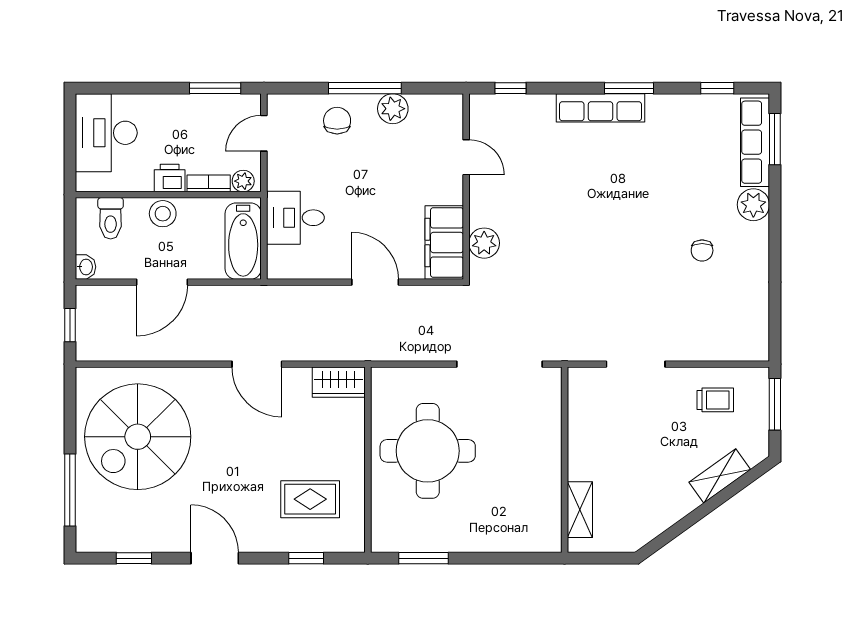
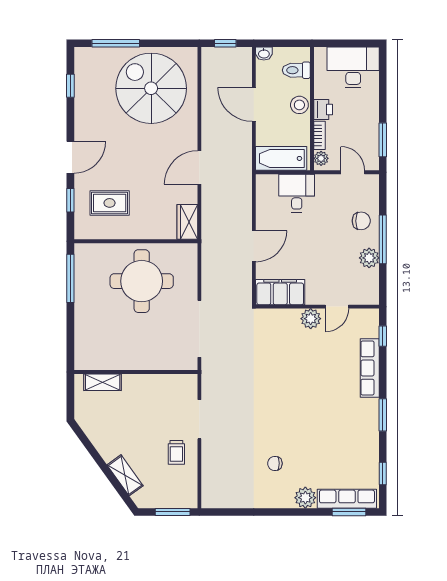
row of seats: (601, 108) -> (370, 368), moved
plant: (484, 243) -> (311, 319), moved
trolley: (715, 400) -> (176, 452), moved
rug: (310, 499) -> (110, 203), turned 90
door: (215, 558) -> (70, 157), moved
window: (424, 558) -> (70, 278), width x1.44

